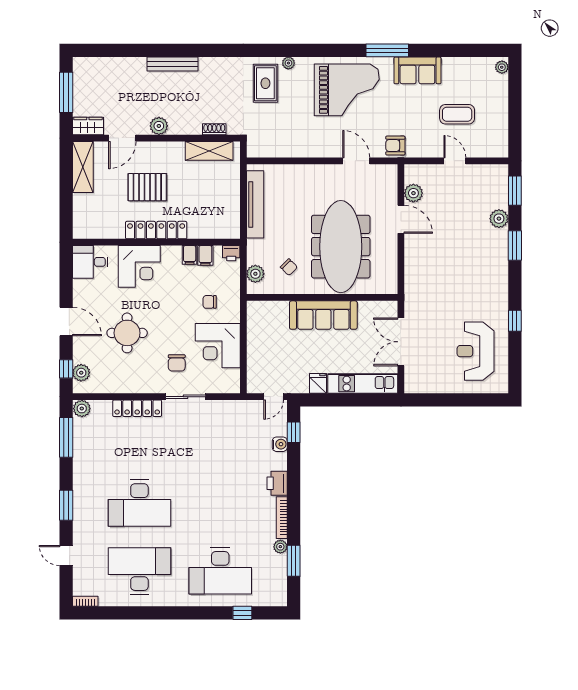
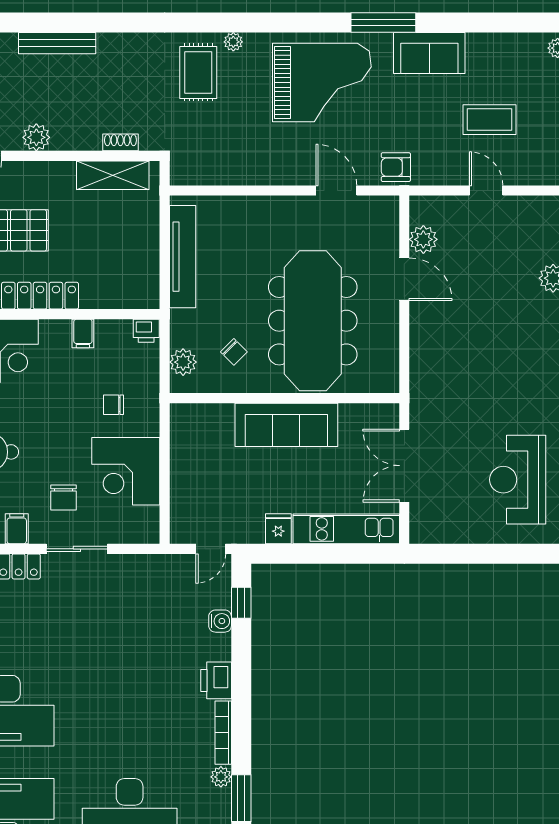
filing cabinet: (205, 255) -> (17, 529), moved, turned 180

